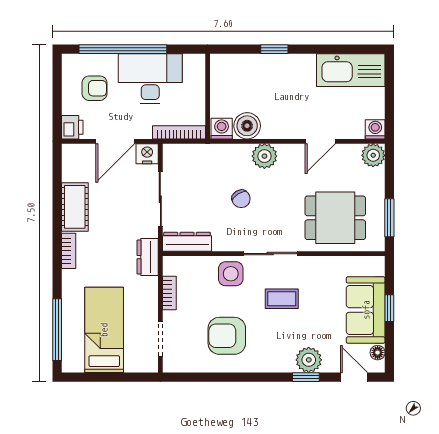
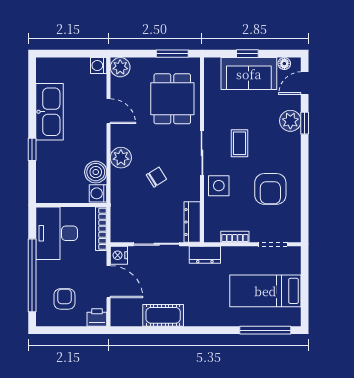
kitchen sink: (351, 70) -> (49, 112), moved
desk: (150, 79) -> (57, 233), moved
bookcase: (69, 251) -> (200, 320), removed

